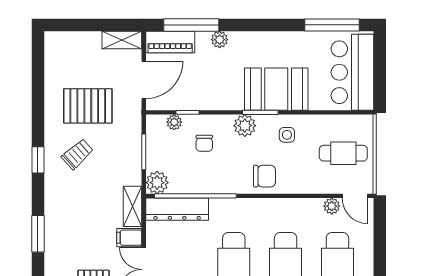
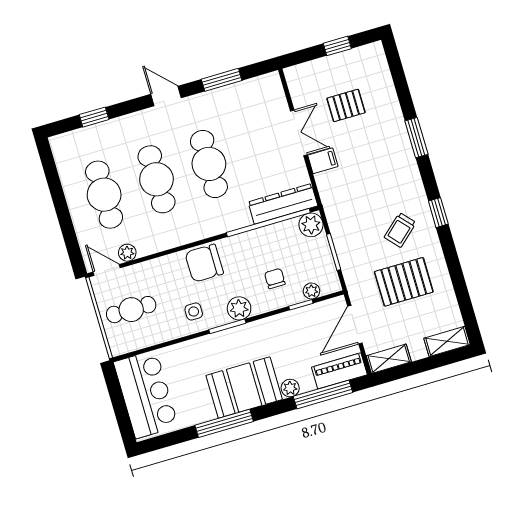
window: (332, 25) -> (224, 423), moved
booth: (276, 89) -> (244, 387), moved
chair: (264, 176) -> (204, 263), width x1.37, depth x1.37
shelving: (133, 206) -> (447, 341), moved, turned 90

